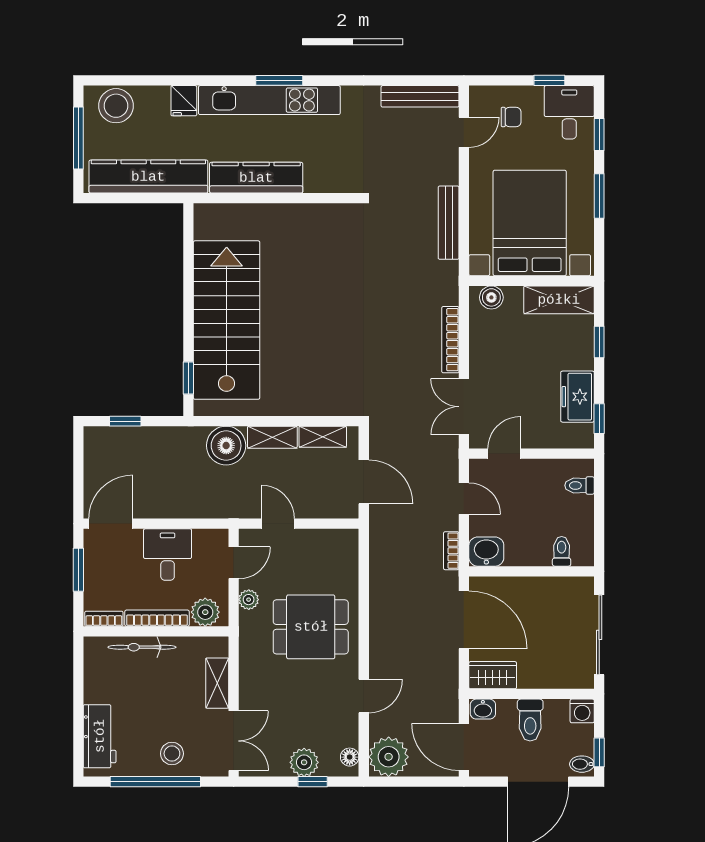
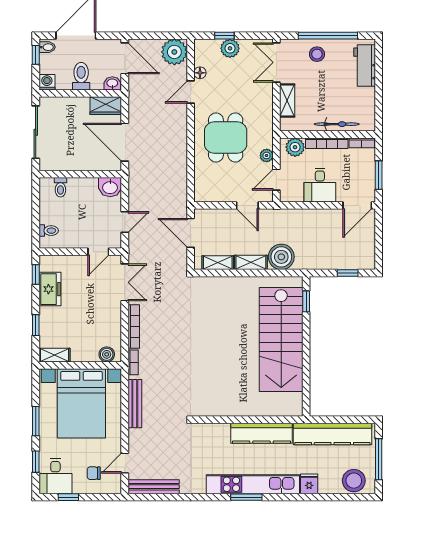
shelving: (559, 300) -> (54, 355), width x0.67, depth x0.75
door: (464, 499) -> (125, 222), swing flipped
bookcase: (451, 551) -> (133, 362), moved
dining table: (311, 627) -> (226, 137), turned 90
floor lamp: (350, 757) -> (200, 73), moved

